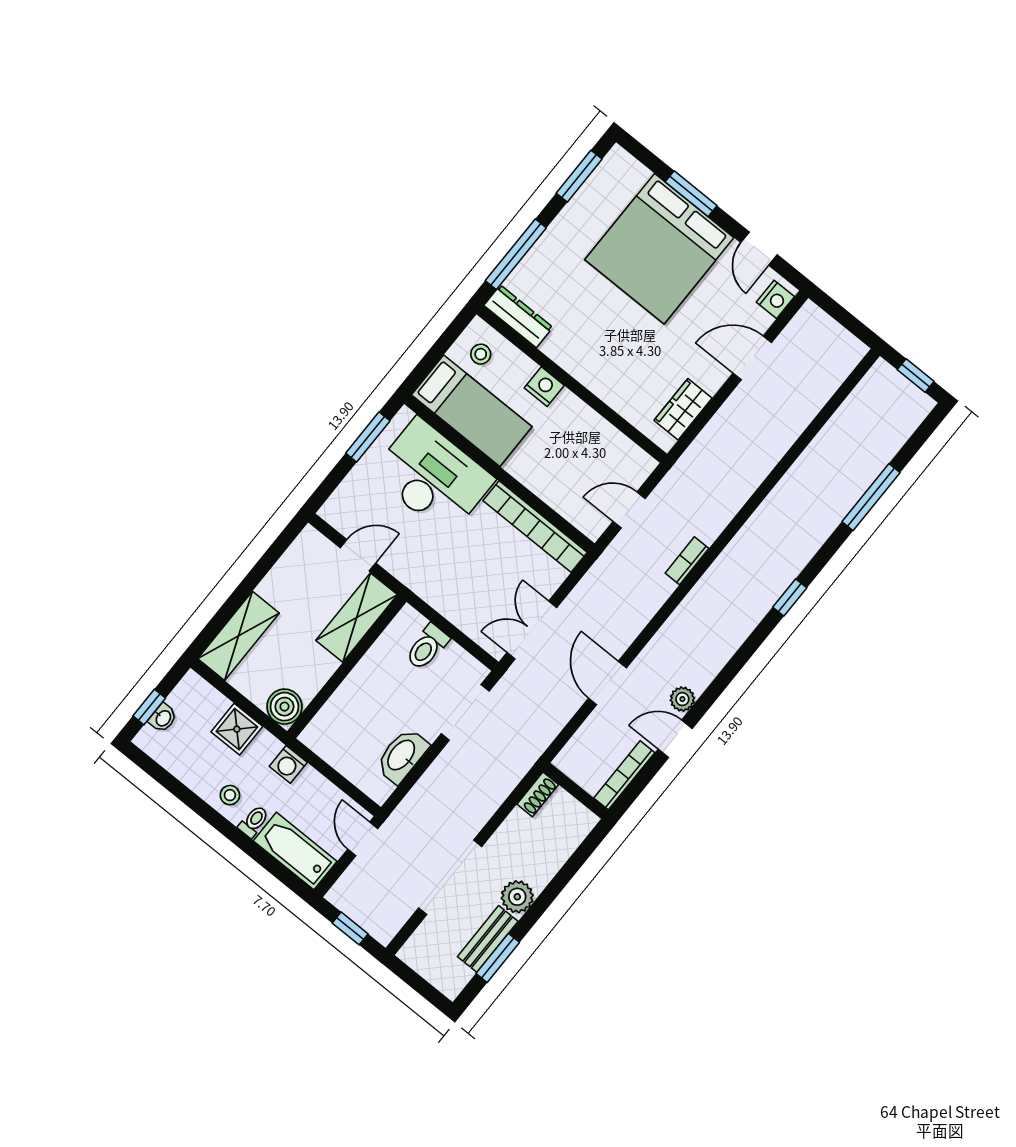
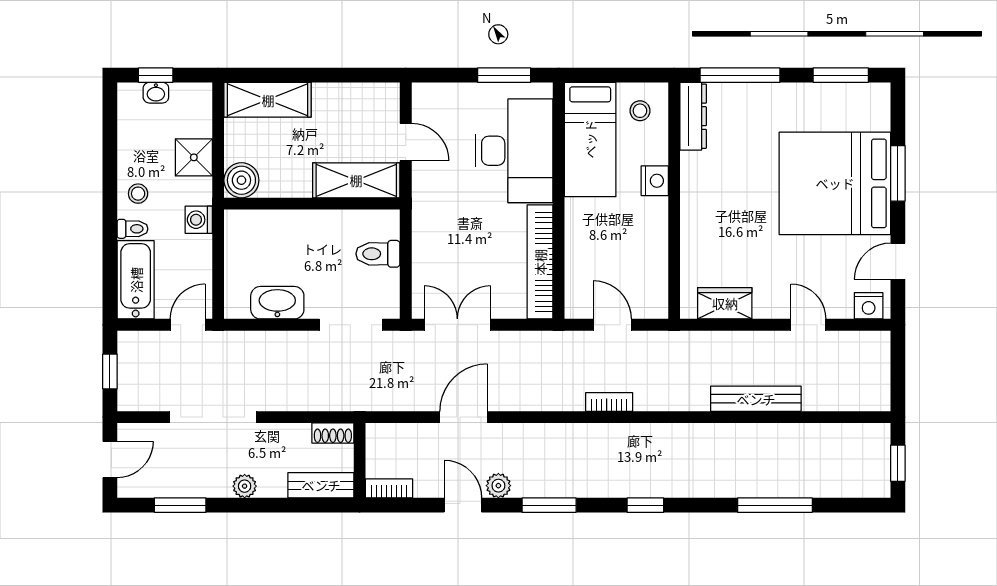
door: (752, 358) -> (808, 325), width x0.73
bench: (777, 445) -> (756, 399), added
window: (729, 672) -> (549, 505), added
bookcase: (624, 775) -> (389, 488), width x0.64
plant: (517, 897) -> (245, 486), width x0.73, depth x0.73
bench: (488, 939) -> (321, 485), moved
door: (418, 984) -> (110, 459), added

